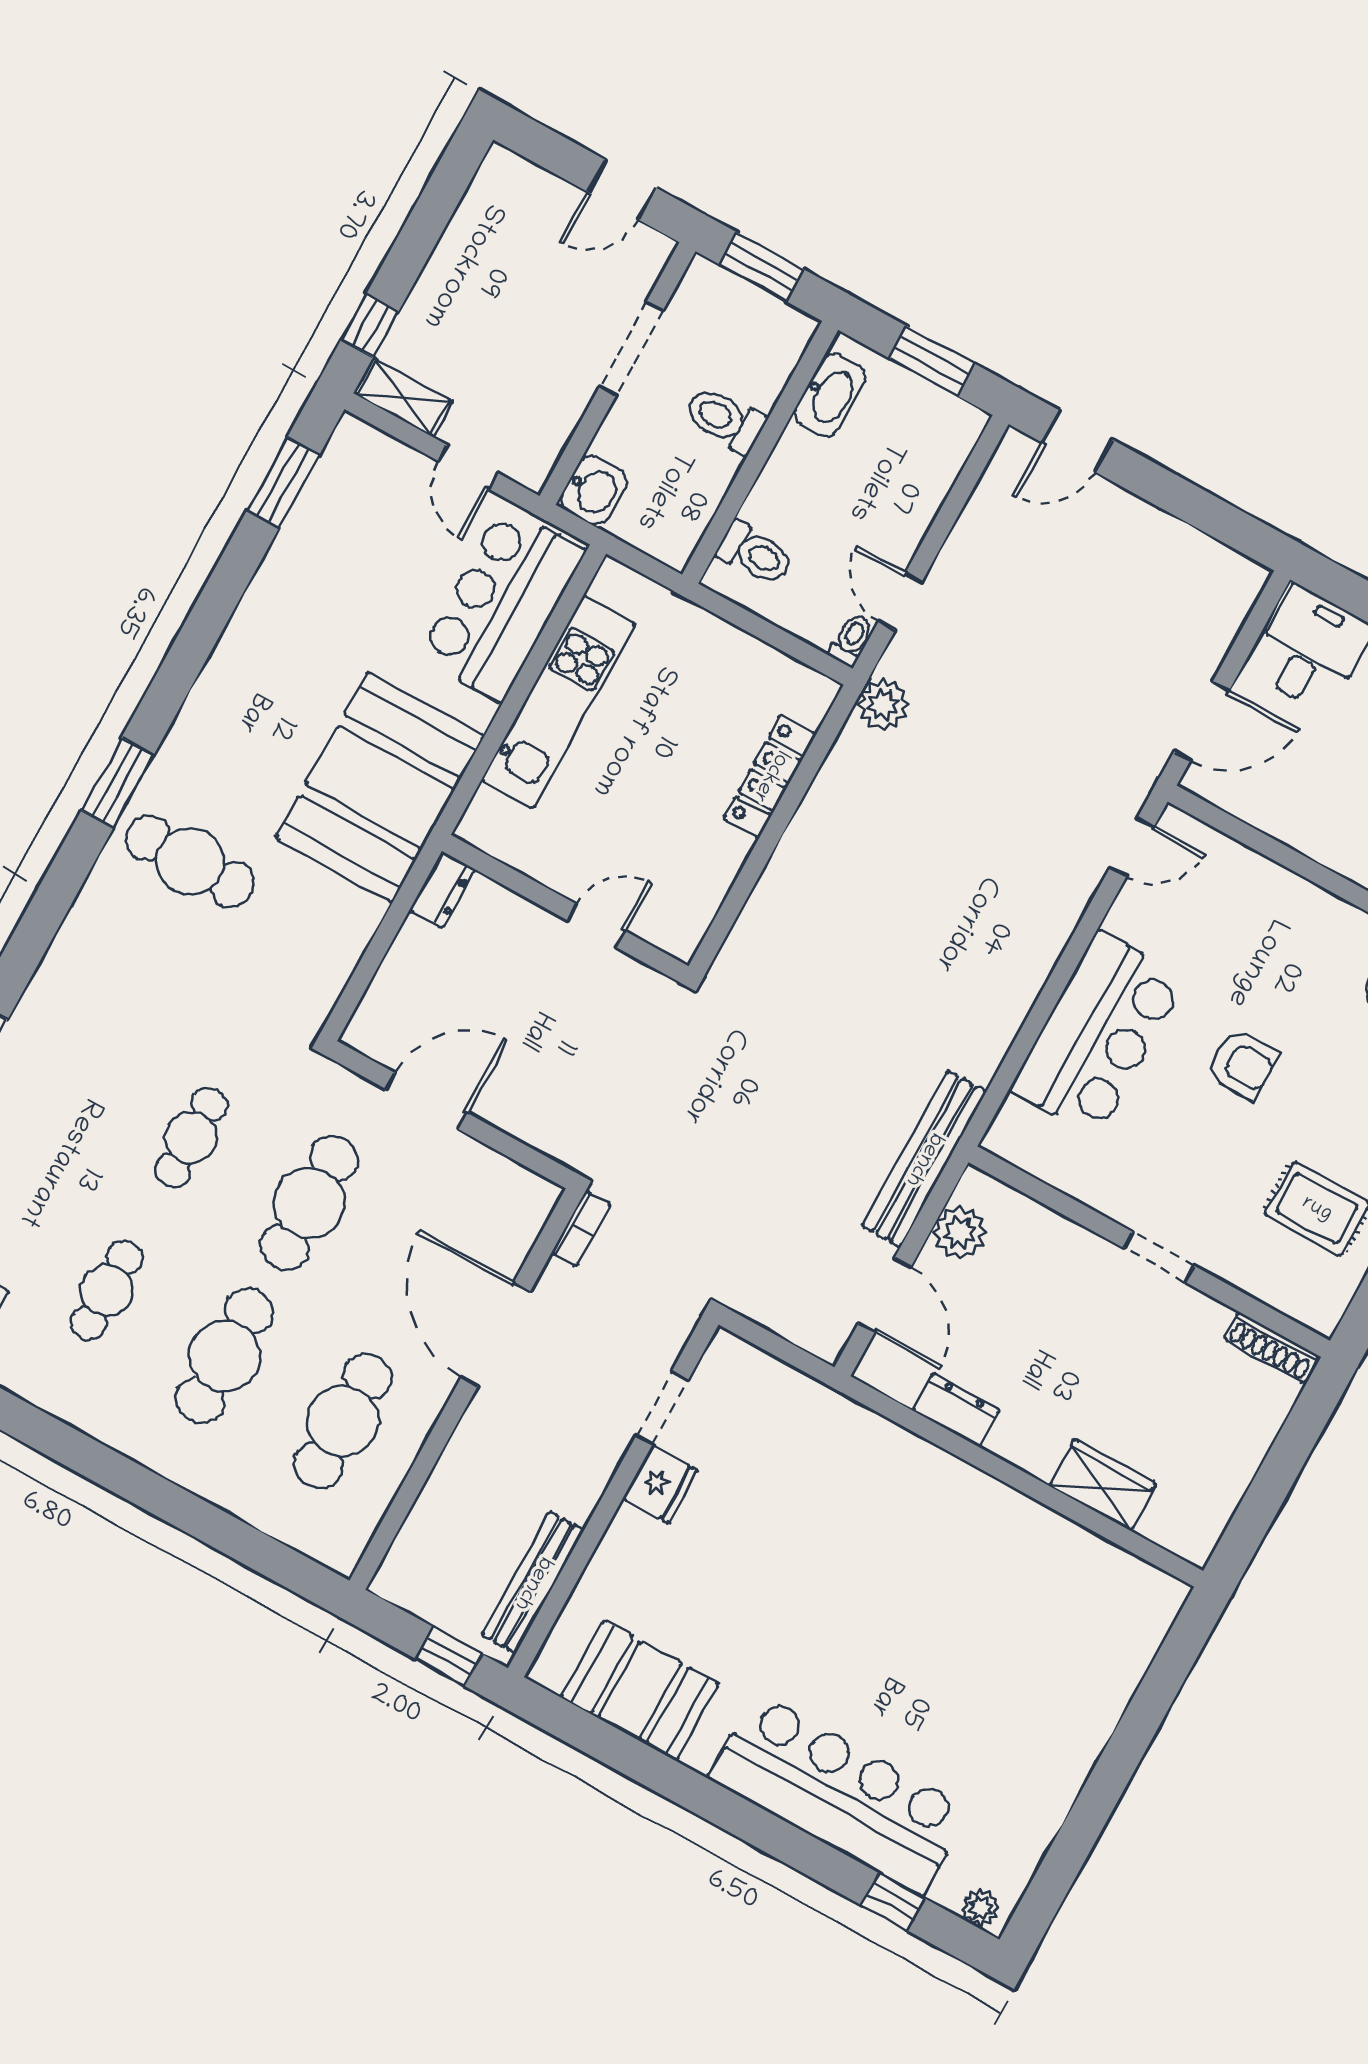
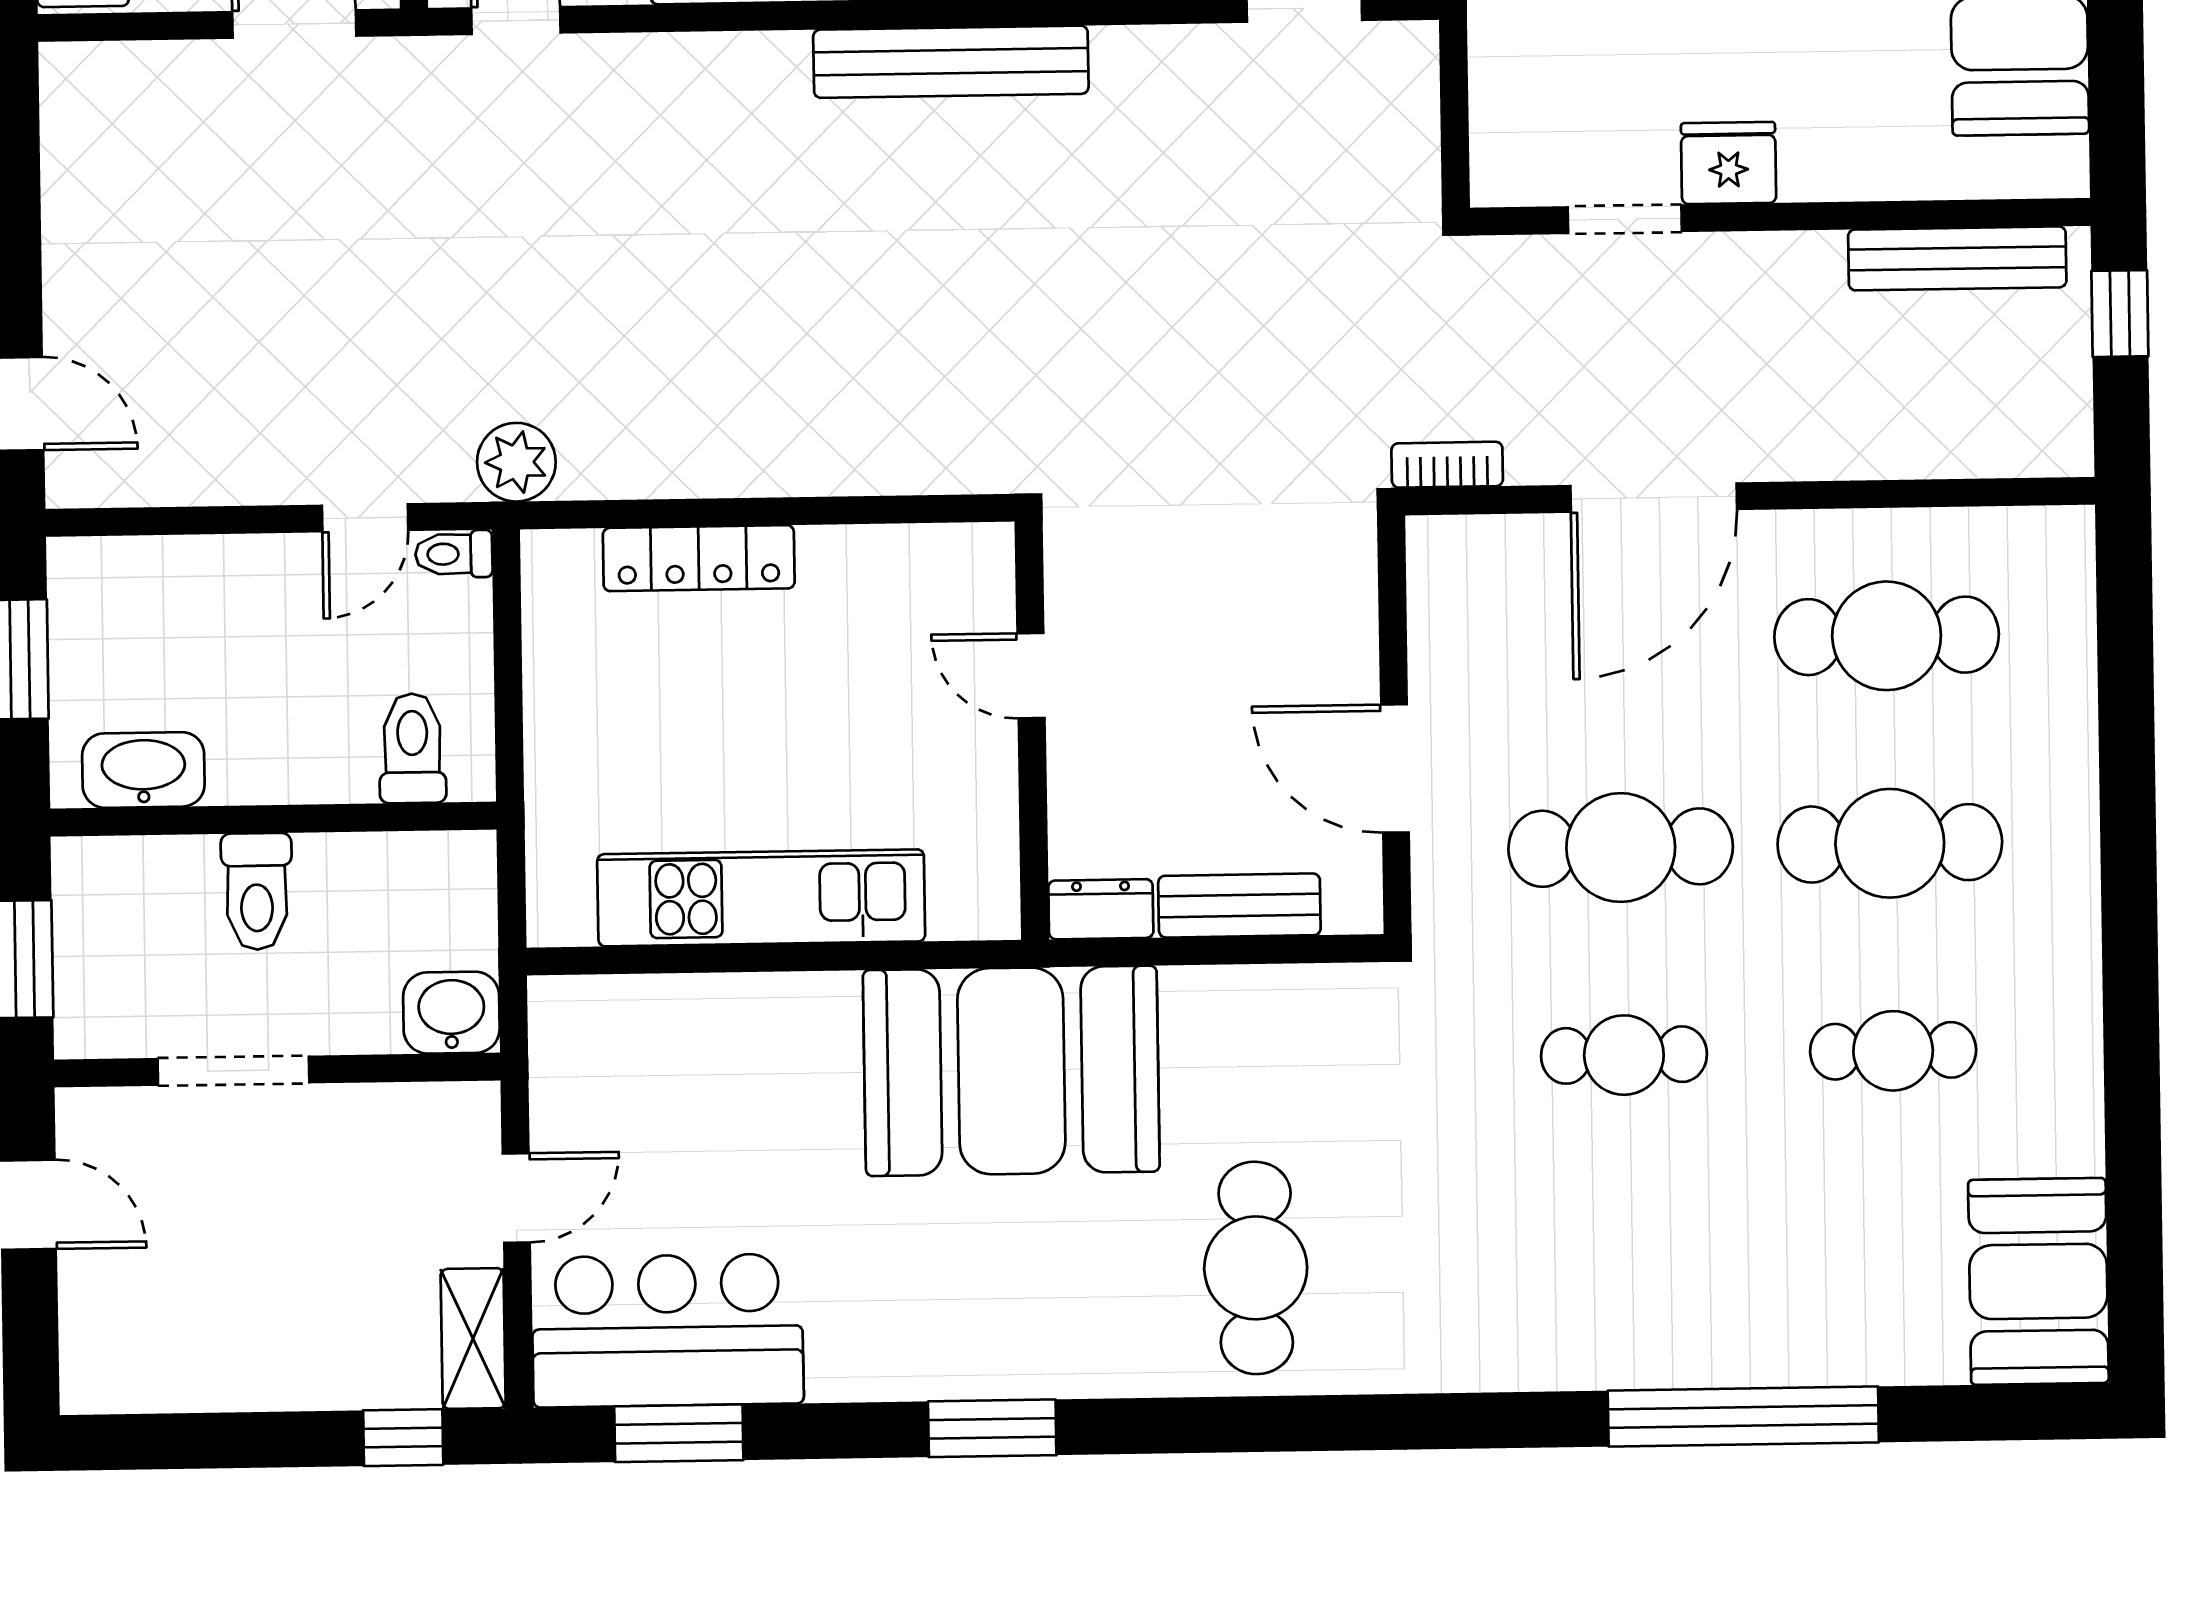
bar counter: (502, 604) -> (668, 1330), moved, turned 180
window: (117, 783) -> (992, 1428), moved
bench: (400, 969) -> (1239, 906), added
bench: (924, 1159) -> (951, 62), moved

